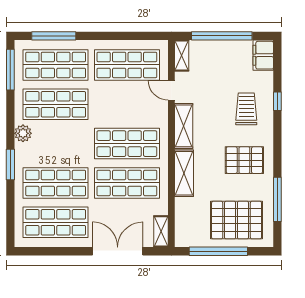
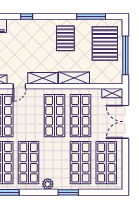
trolley: (246, 109) -> (32, 37), removed

